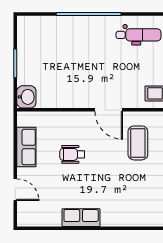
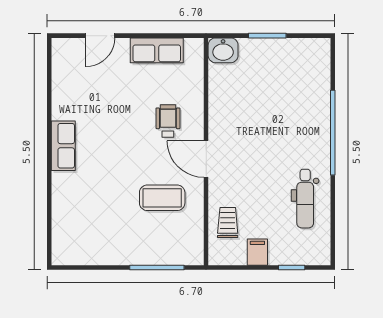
door: (109, 110) -> (206, 159), hinge flipped
wheelchair: (72, 154) -> (168, 121), moved
row of seats: (81, 218) -> (63, 146), moved

